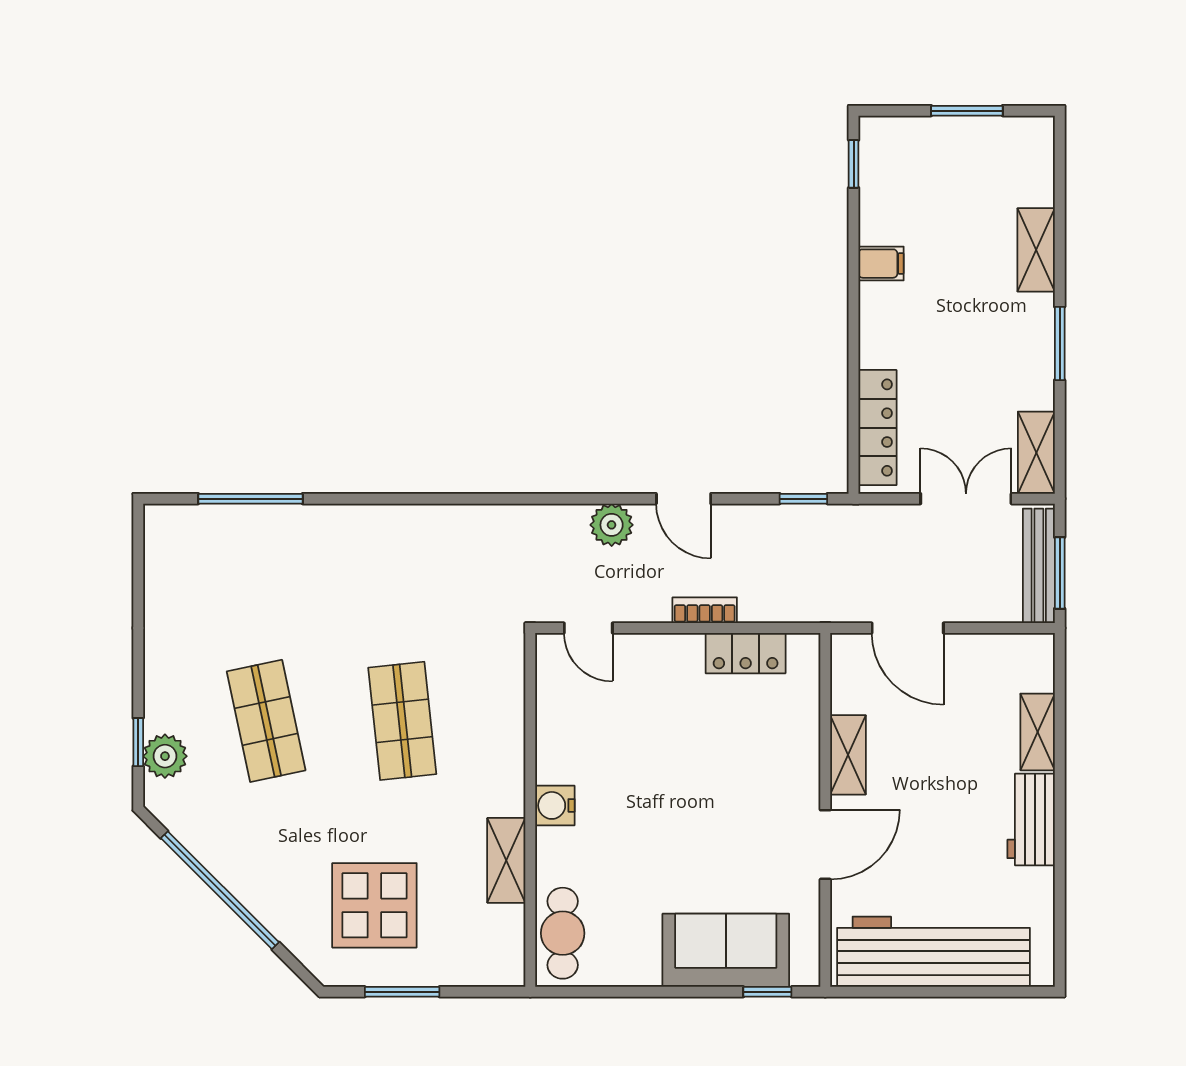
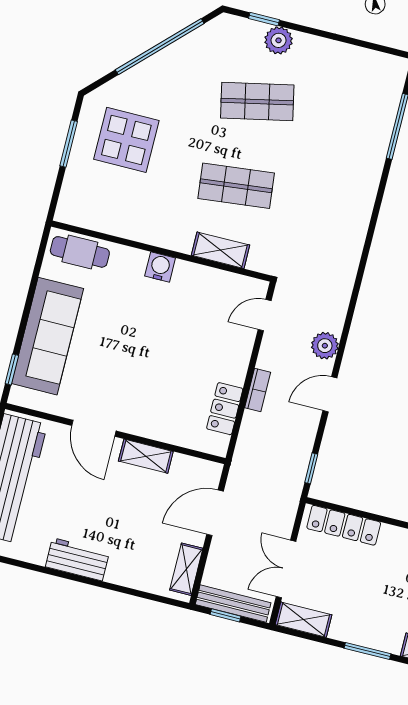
double door: (966, 499) -> (286, 569), swing flipped
window: (1060, 573) -> (225, 615), width x0.67
shelving: (1038, 732) -> (186, 569), moved, turned 90
plant: (165, 756) -> (279, 40), moved
shelving: (506, 860) -> (220, 250), moved
sofa: (726, 950) -> (47, 336), width x1.36

